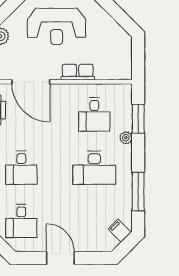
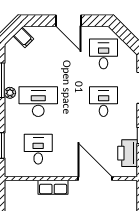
plant: (126, 138) -> (10, 93), moved
filing cabinet: (120, 231) -> (23, 37), moved

